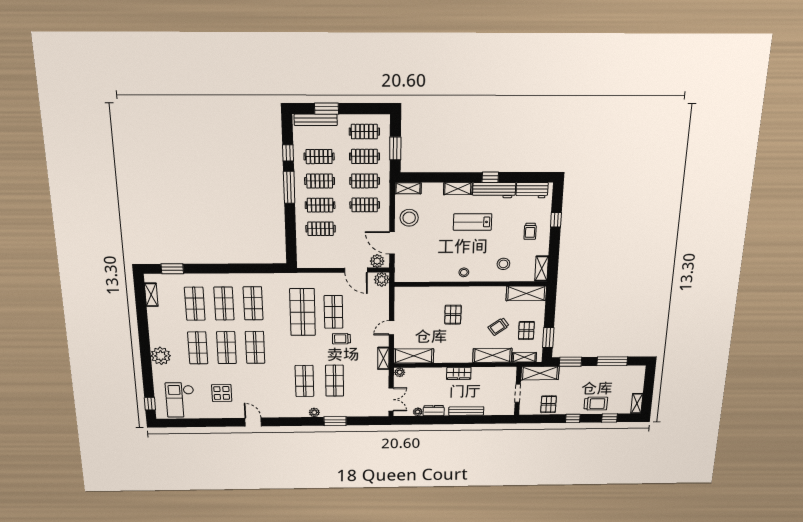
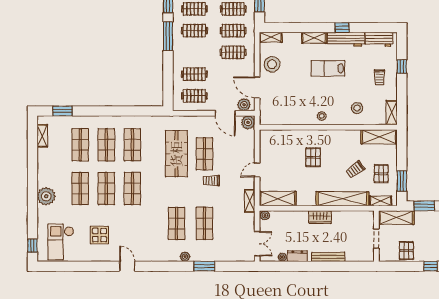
clothes rail: (320, 205) -> (194, 96), moved
shelving: (492, 355) -> (342, 199), width x1.47

